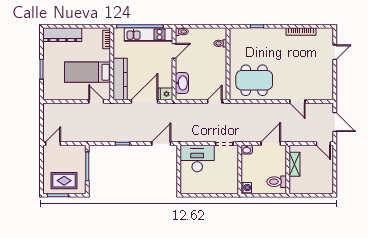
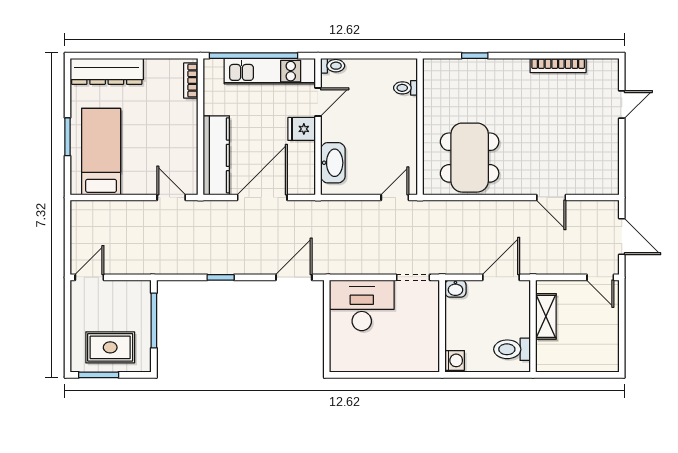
bed: (88, 72) -> (101, 152), moved, turned 90
dining table: (254, 80) -> (470, 158), turned 90
fridge: (165, 94) -> (302, 129), moved

